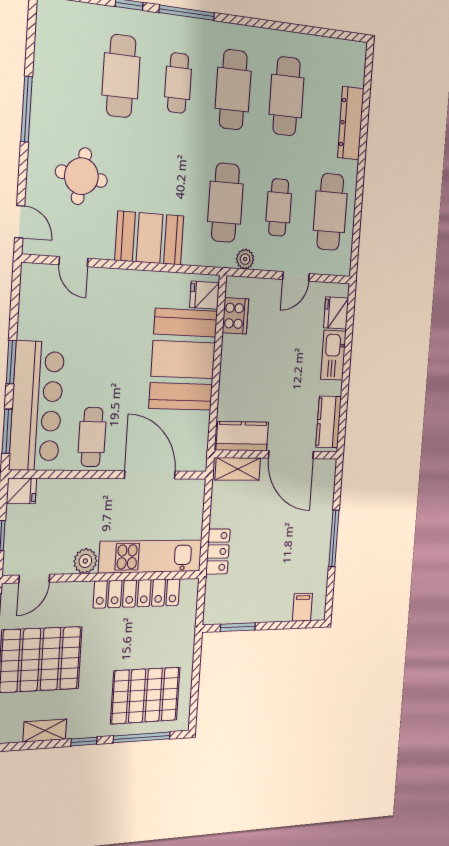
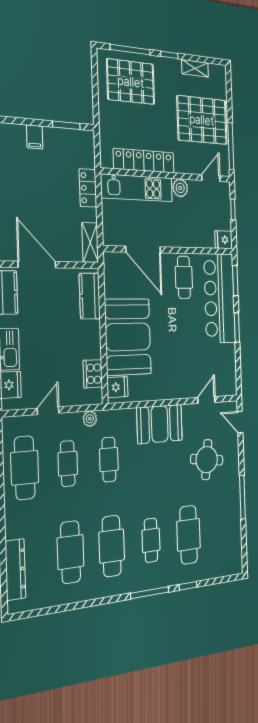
dresser: (351, 123) -> (15, 570), moved
cafe table: (225, 203) -> (109, 460), width x0.73, depth x0.74
door: (73, 262) -> (206, 400), hinge flipped
kitchen counter: (242, 436) -> (90, 296), moved, turned 90
shelving: (238, 469) -> (90, 243), moved, turned 90
filing cabinet: (302, 607) -> (35, 137), moved

